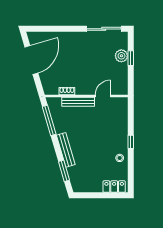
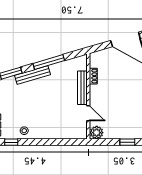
plant: (121, 56) -> (97, 133), moved
window: (49, 120) -> (49, 62), moved
window: (131, 142) -> (11, 142), moved

